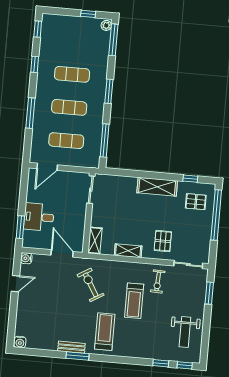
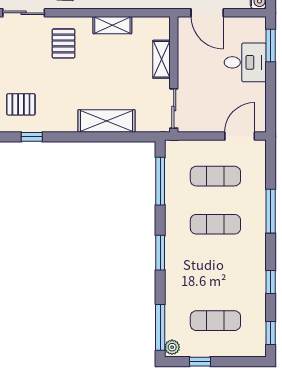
exercise mat: (72, 74) -> (215, 321), moved
shelving: (157, 187) -> (106, 121), moved
shelving: (95, 240) -> (161, 59), moved

